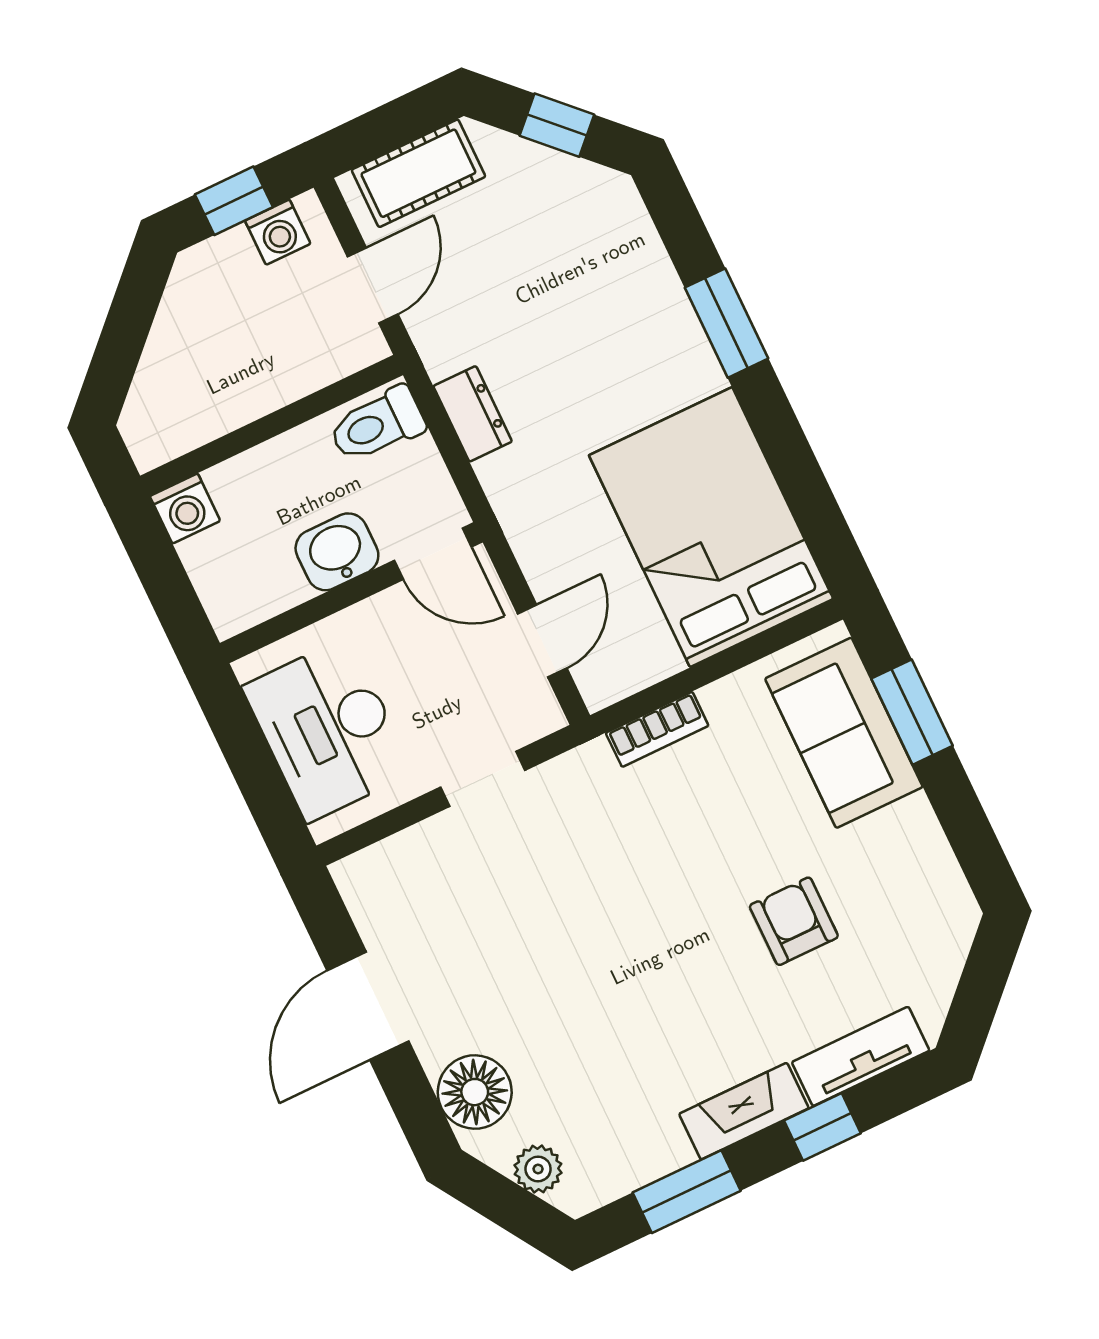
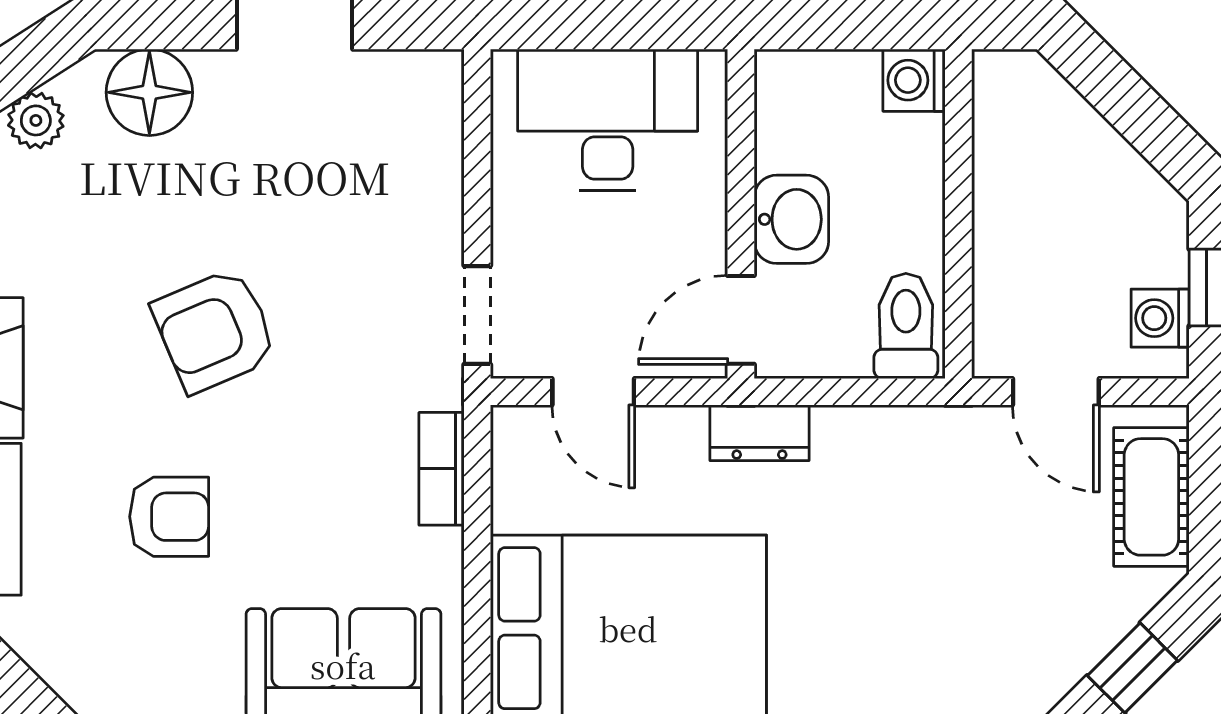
dresser: (473, 414) -> (759, 433), moved
doorway: (483, 779) -> (477, 315), moved
armchair: (634, 954) -> (215, 331), added

